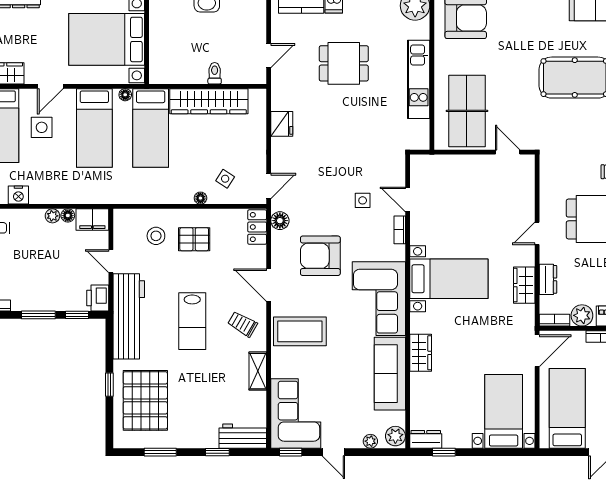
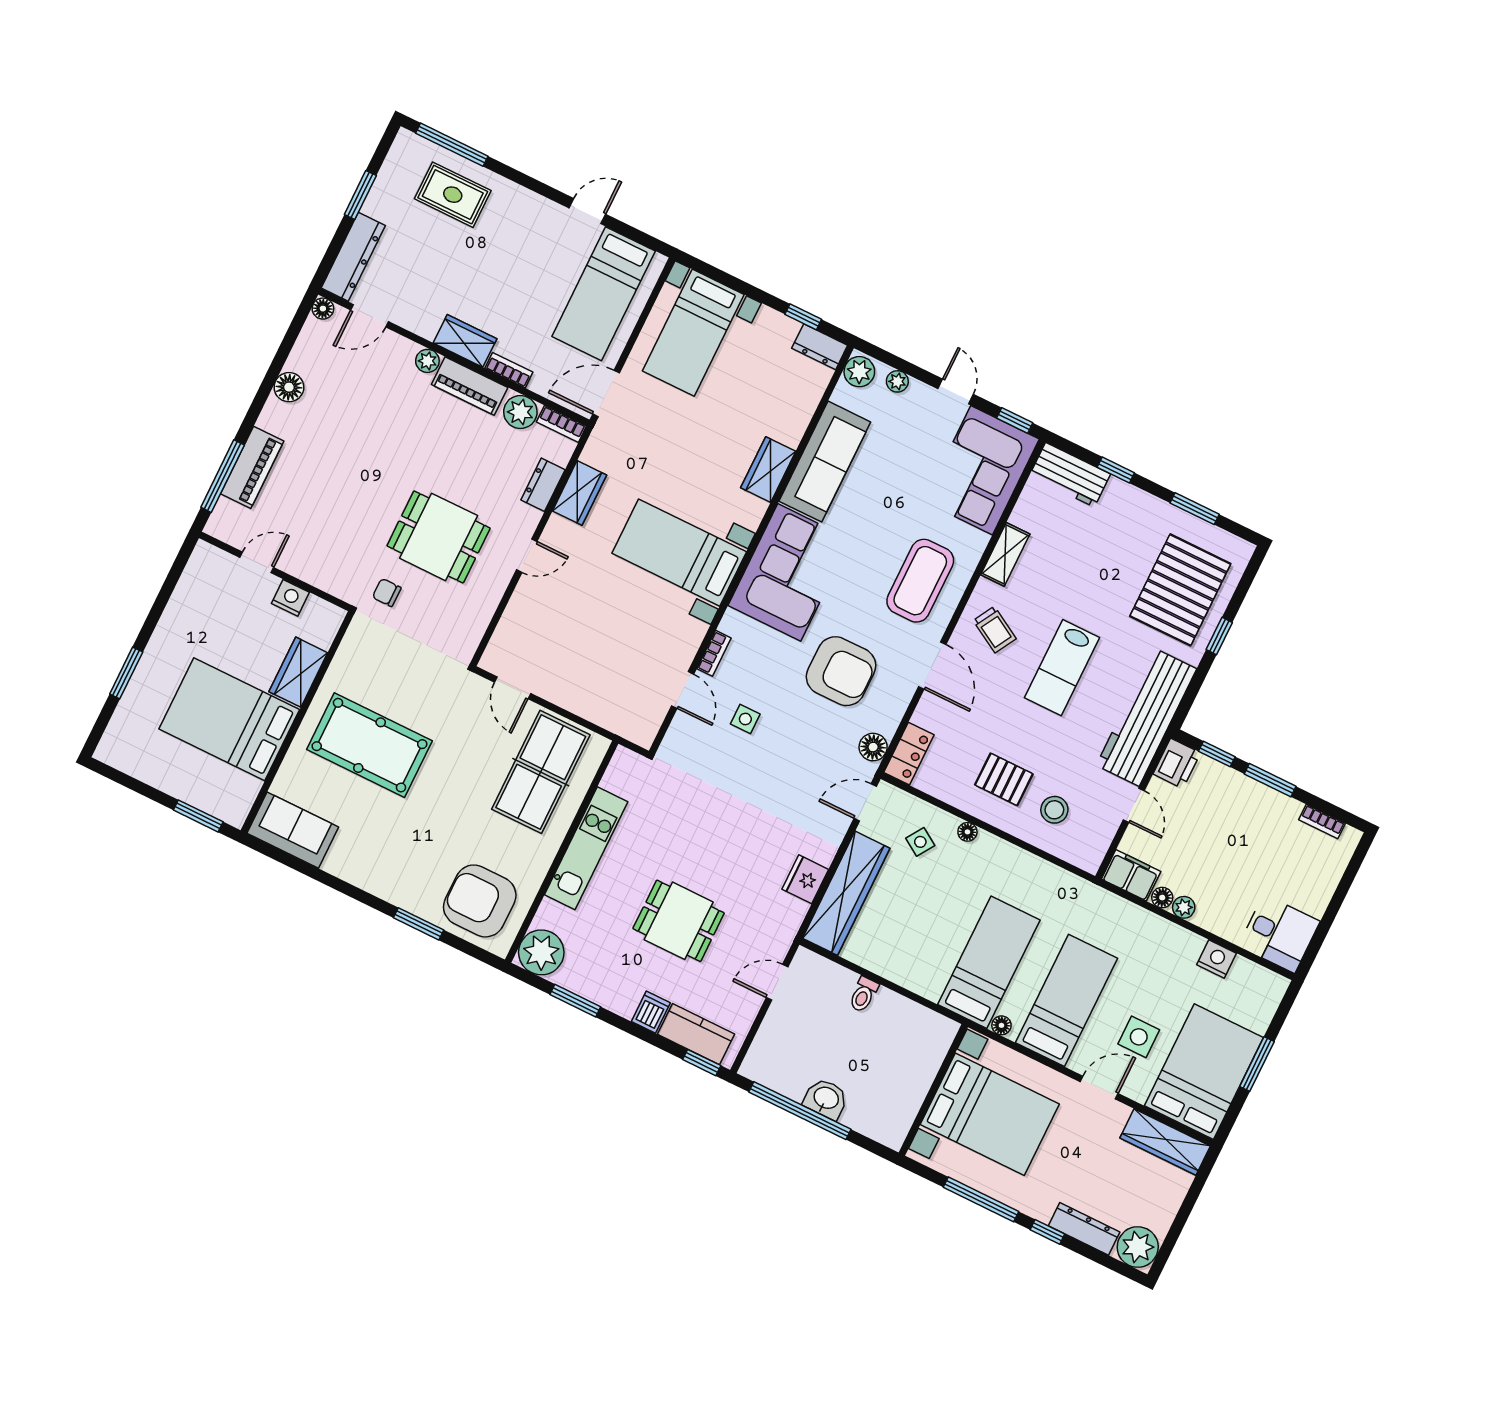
wardrobe: (209, 101) -> (846, 893), moved, turned 90
lab bench: (192, 321) -> (1062, 668), turned 180
coffee table: (300, 331) -> (920, 581), turned 90

